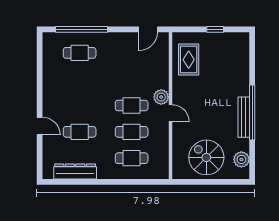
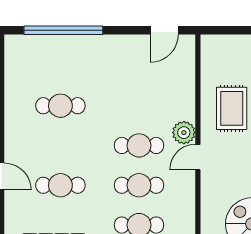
cafe table: (80, 53) -> (60, 106), moved
rug: (189, 60) -> (232, 108), moved
door: (170, 113) -> (198, 157), swing flipped

